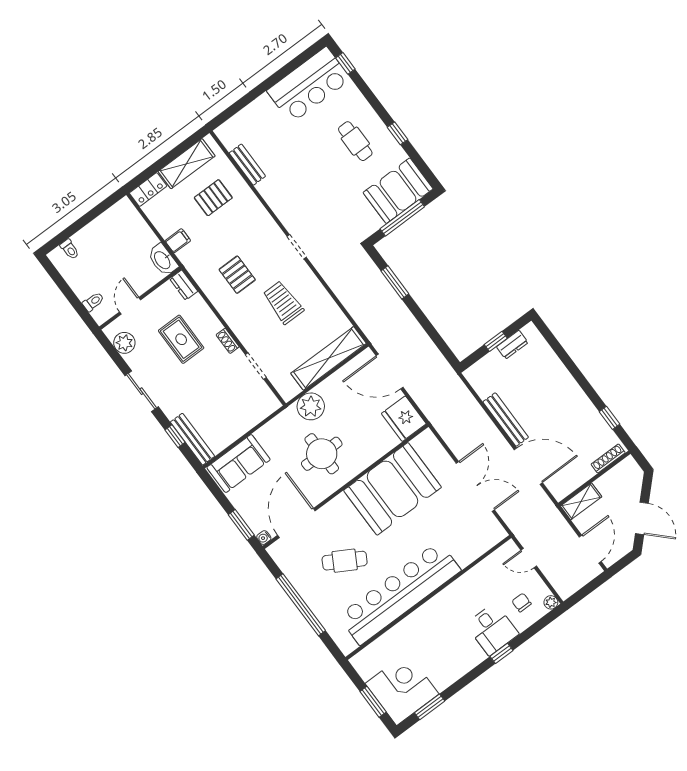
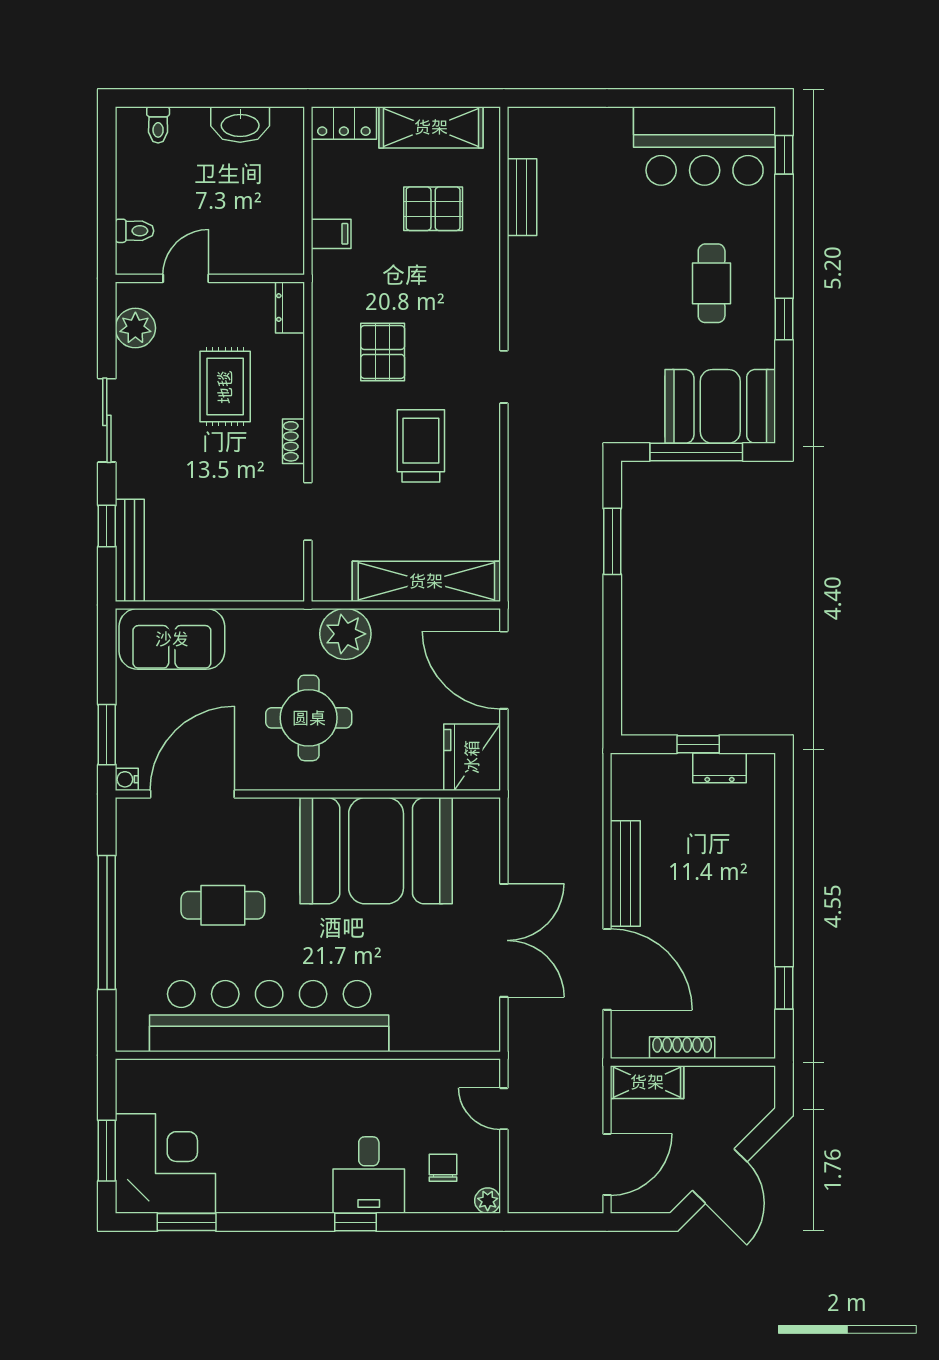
washbasin: (163, 260) -> (240, 124), moved, turned -90
shoe rack: (608, 458) -> (682, 1048), moved
cafe table: (345, 561) -> (223, 905), turned -30

